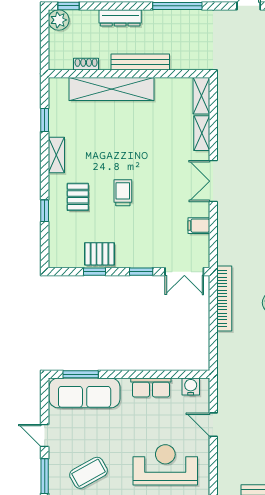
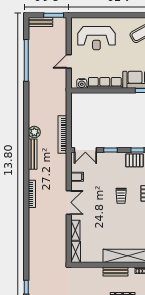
bench: (140, 62) -> (116, 272), width x0.73
double door: (184, 272) -> (85, 150), swing flipped
row of seats: (151, 388) -> (105, 83), width x1.48
door: (213, 425) -> (69, 61), swing flipped

